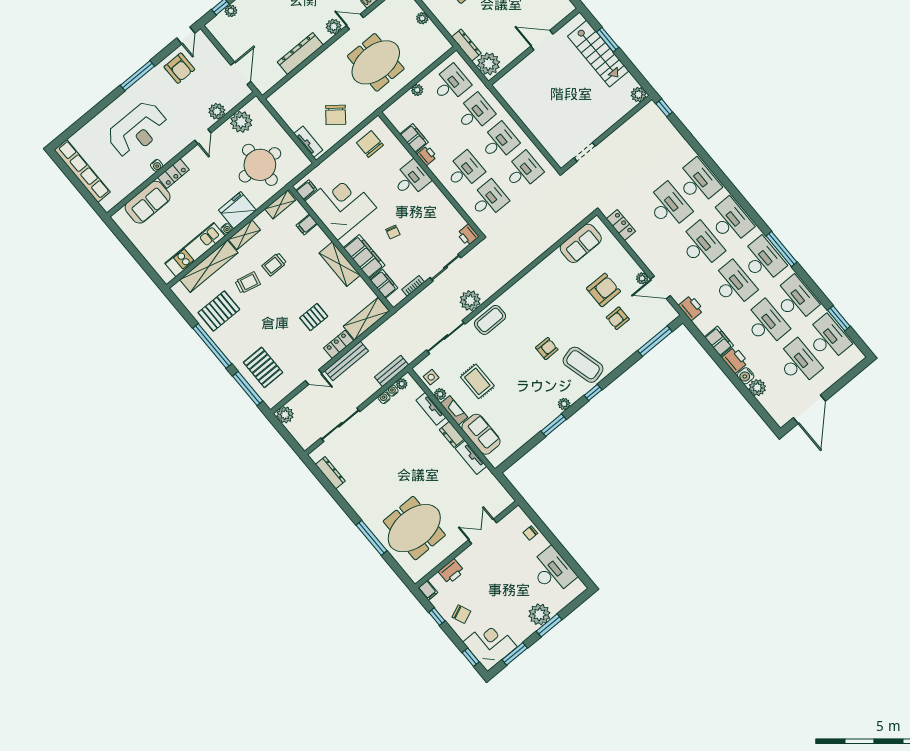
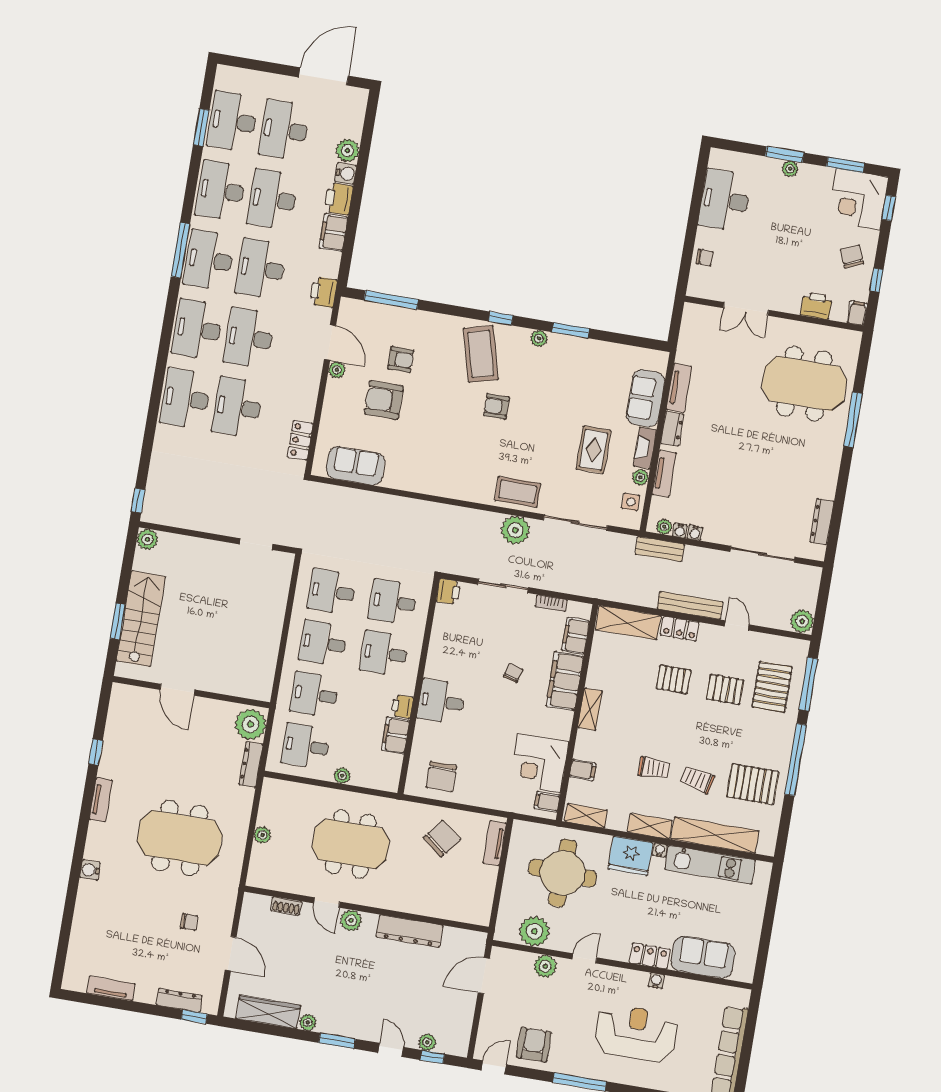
corner desk: (341, 205) -> (539, 763), width x0.74, depth x0.74
shelving: (340, 264) -> (590, 709), width x0.67, depth x0.75
pallet: (284, 340) -> (725, 689), added
plant: (539, 614) -> (790, 169), width x0.53, depth x0.53

